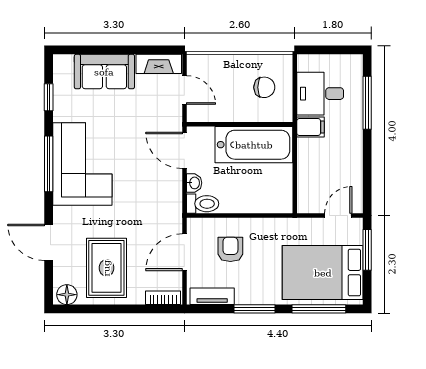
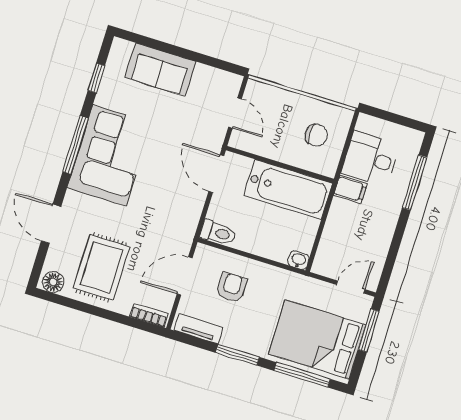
fireplace: (159, 64) -> (217, 79), removed
washbasin: (194, 183) -> (298, 260), moved, turned -90

